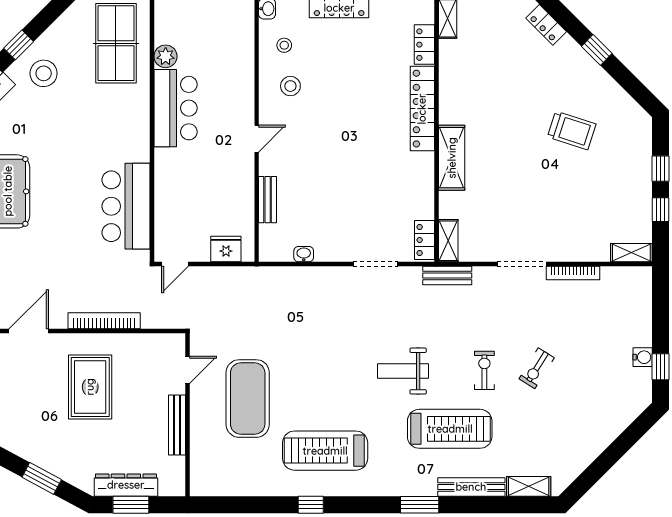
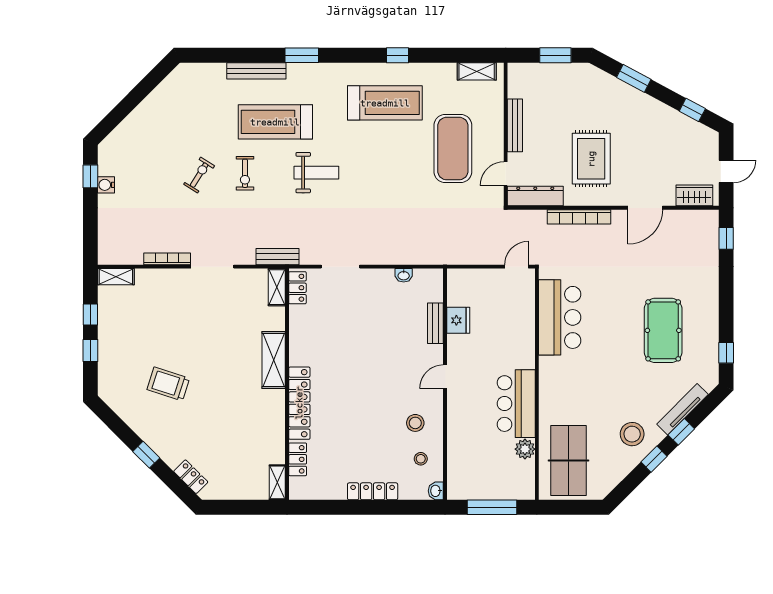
fridge: (226, 249) -> (458, 320), moved, turned -90
dresser: (126, 485) -> (535, 196), moved, turned 180
shelving: (529, 486) -> (477, 71), moved

